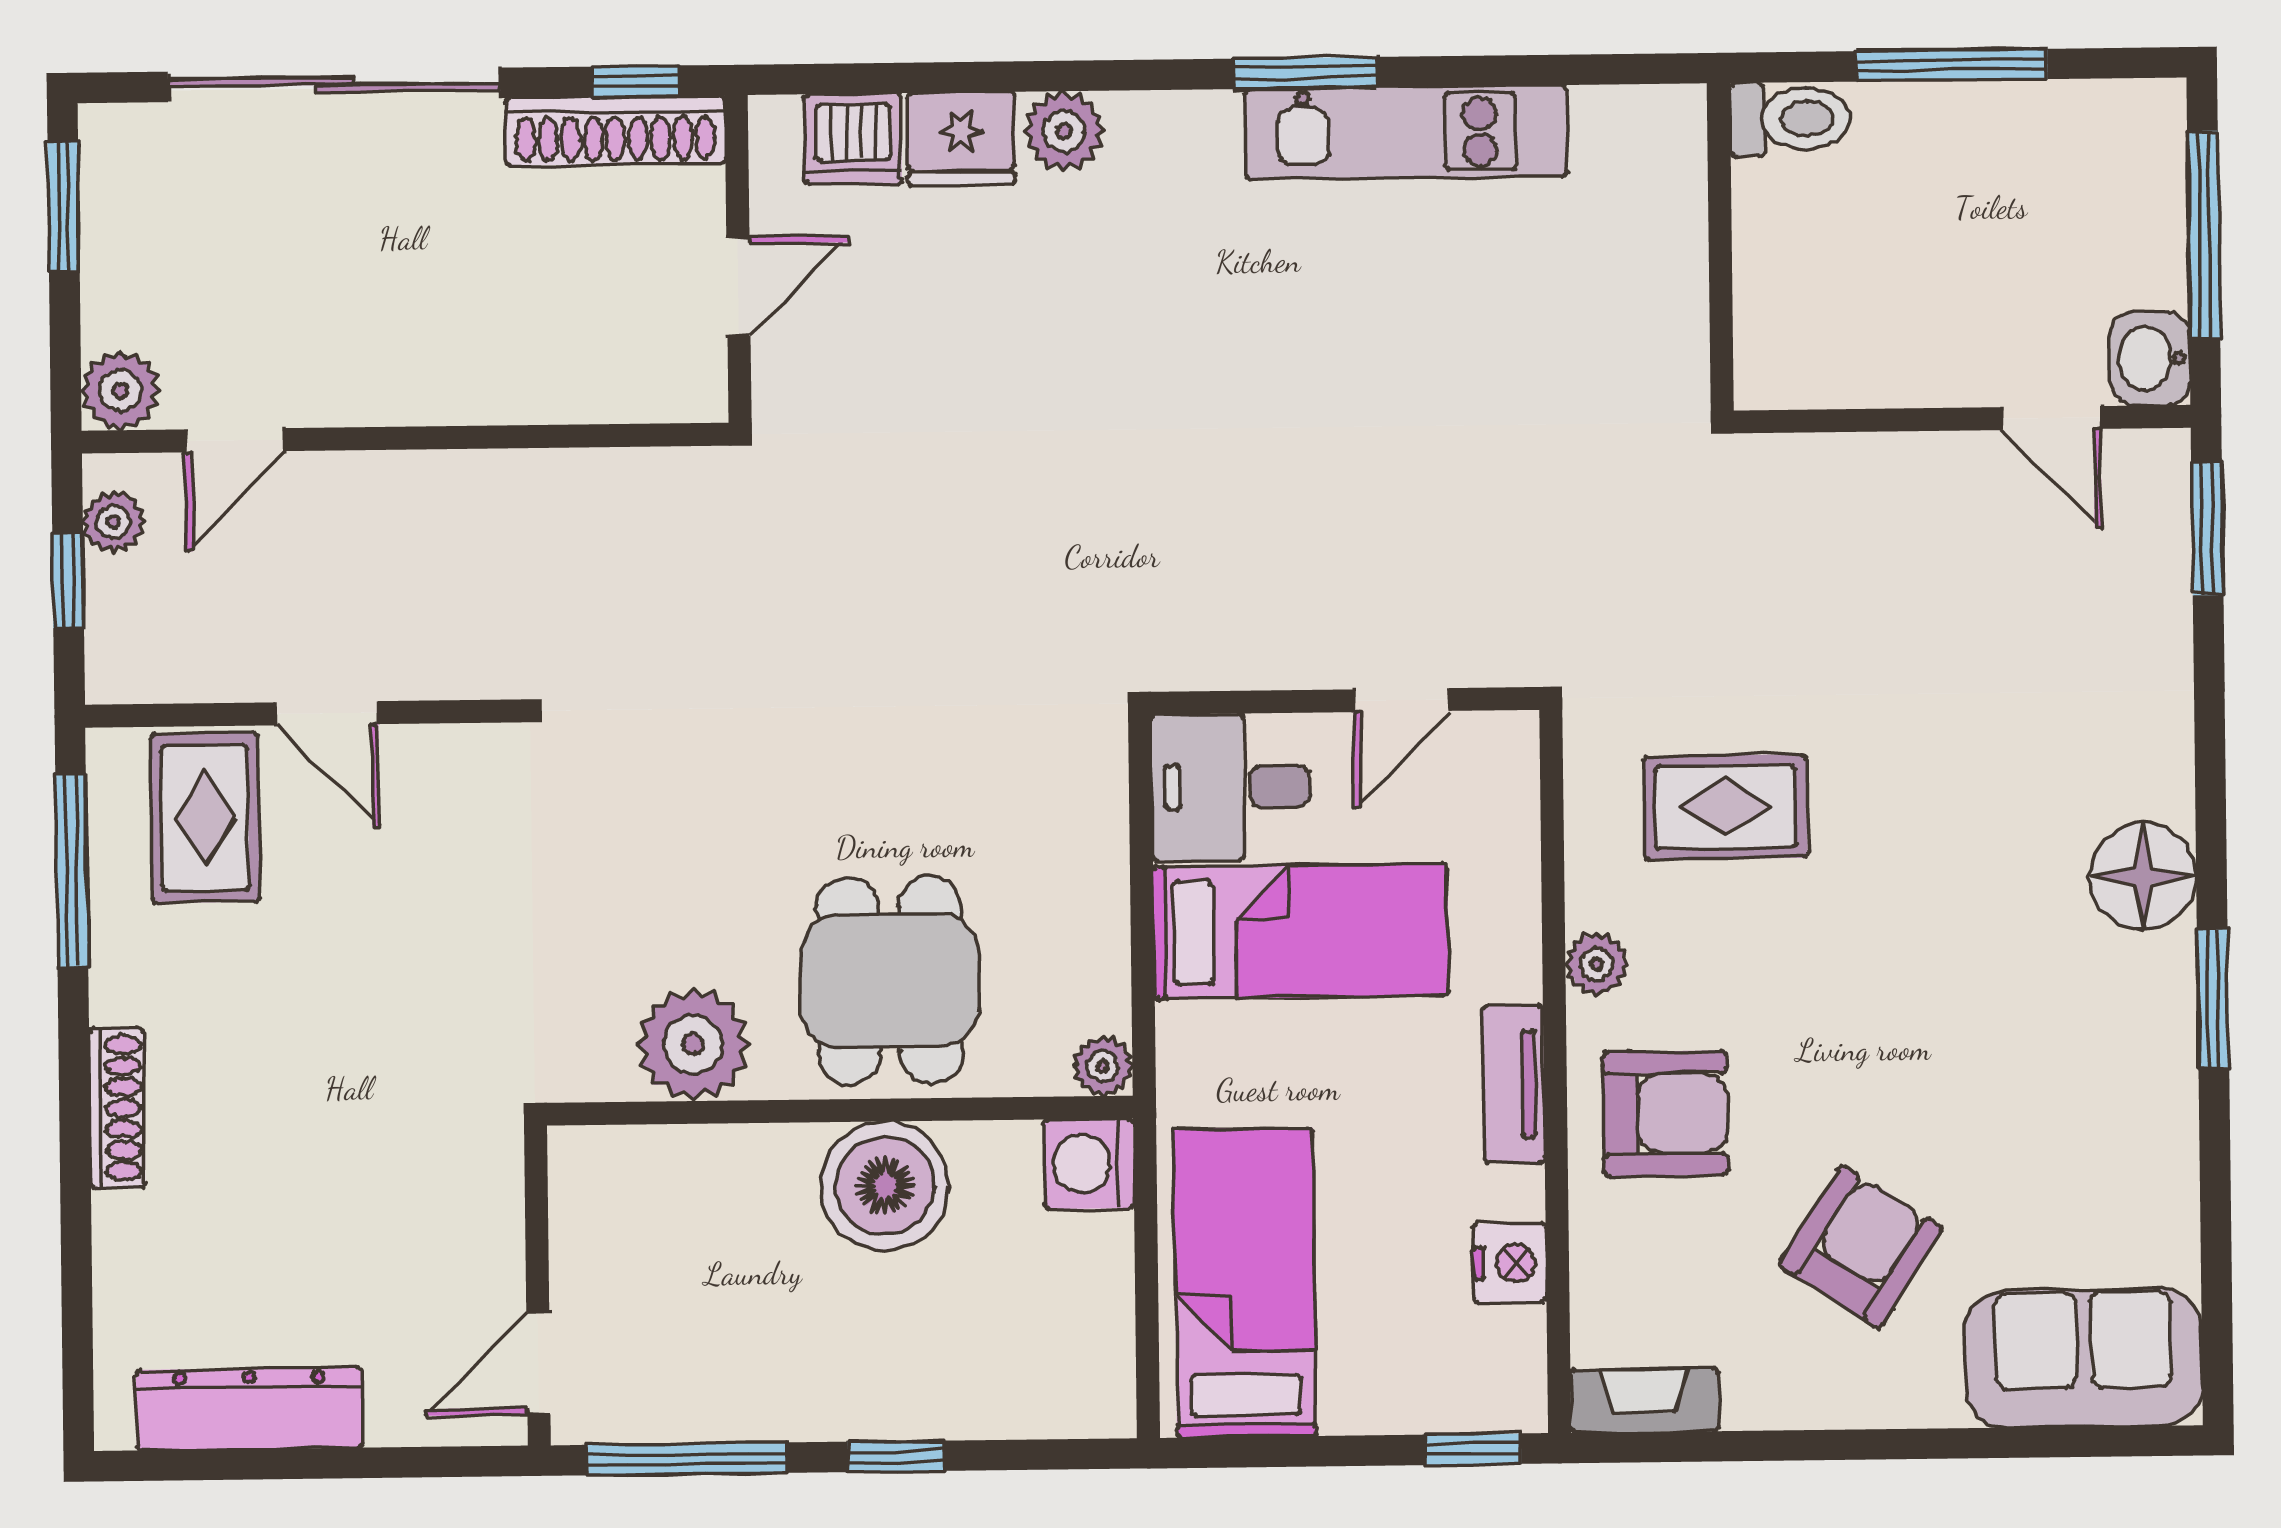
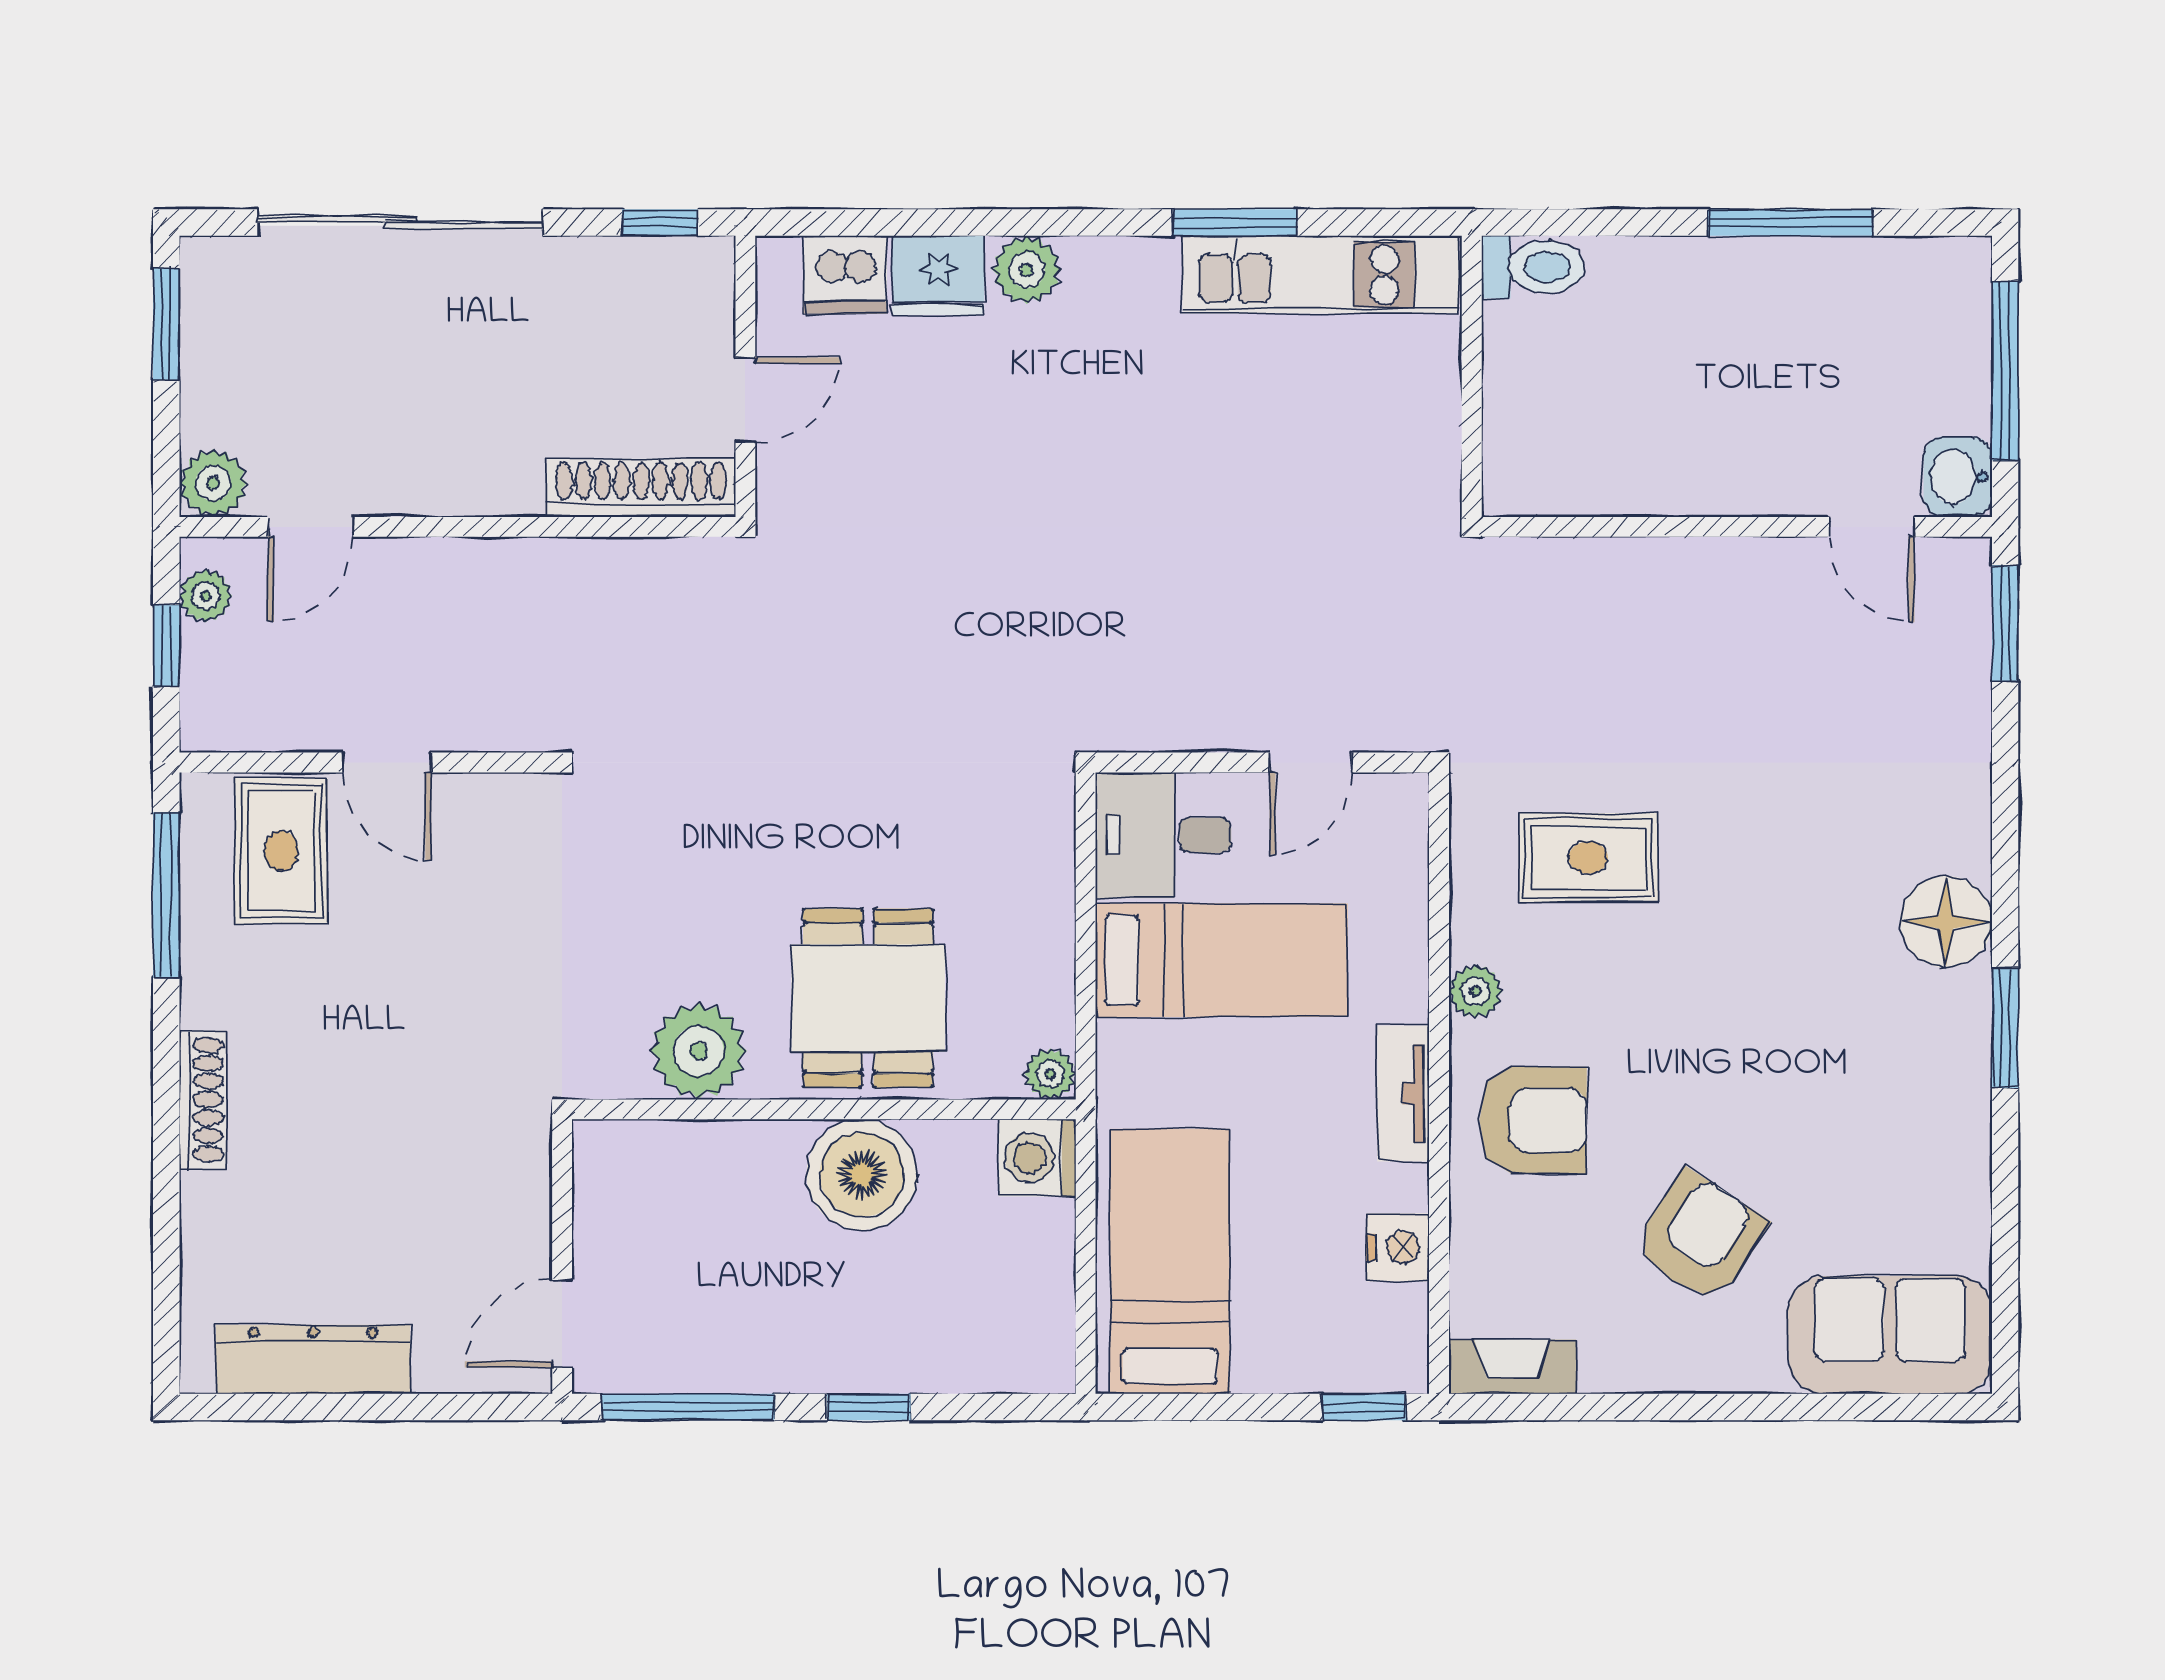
toilet: (1790, 119) -> (1533, 267), moved
shoe rack: (615, 131) -> (641, 488), moved, turned 180
wall: (1720, 247) -> (1472, 376), moved

